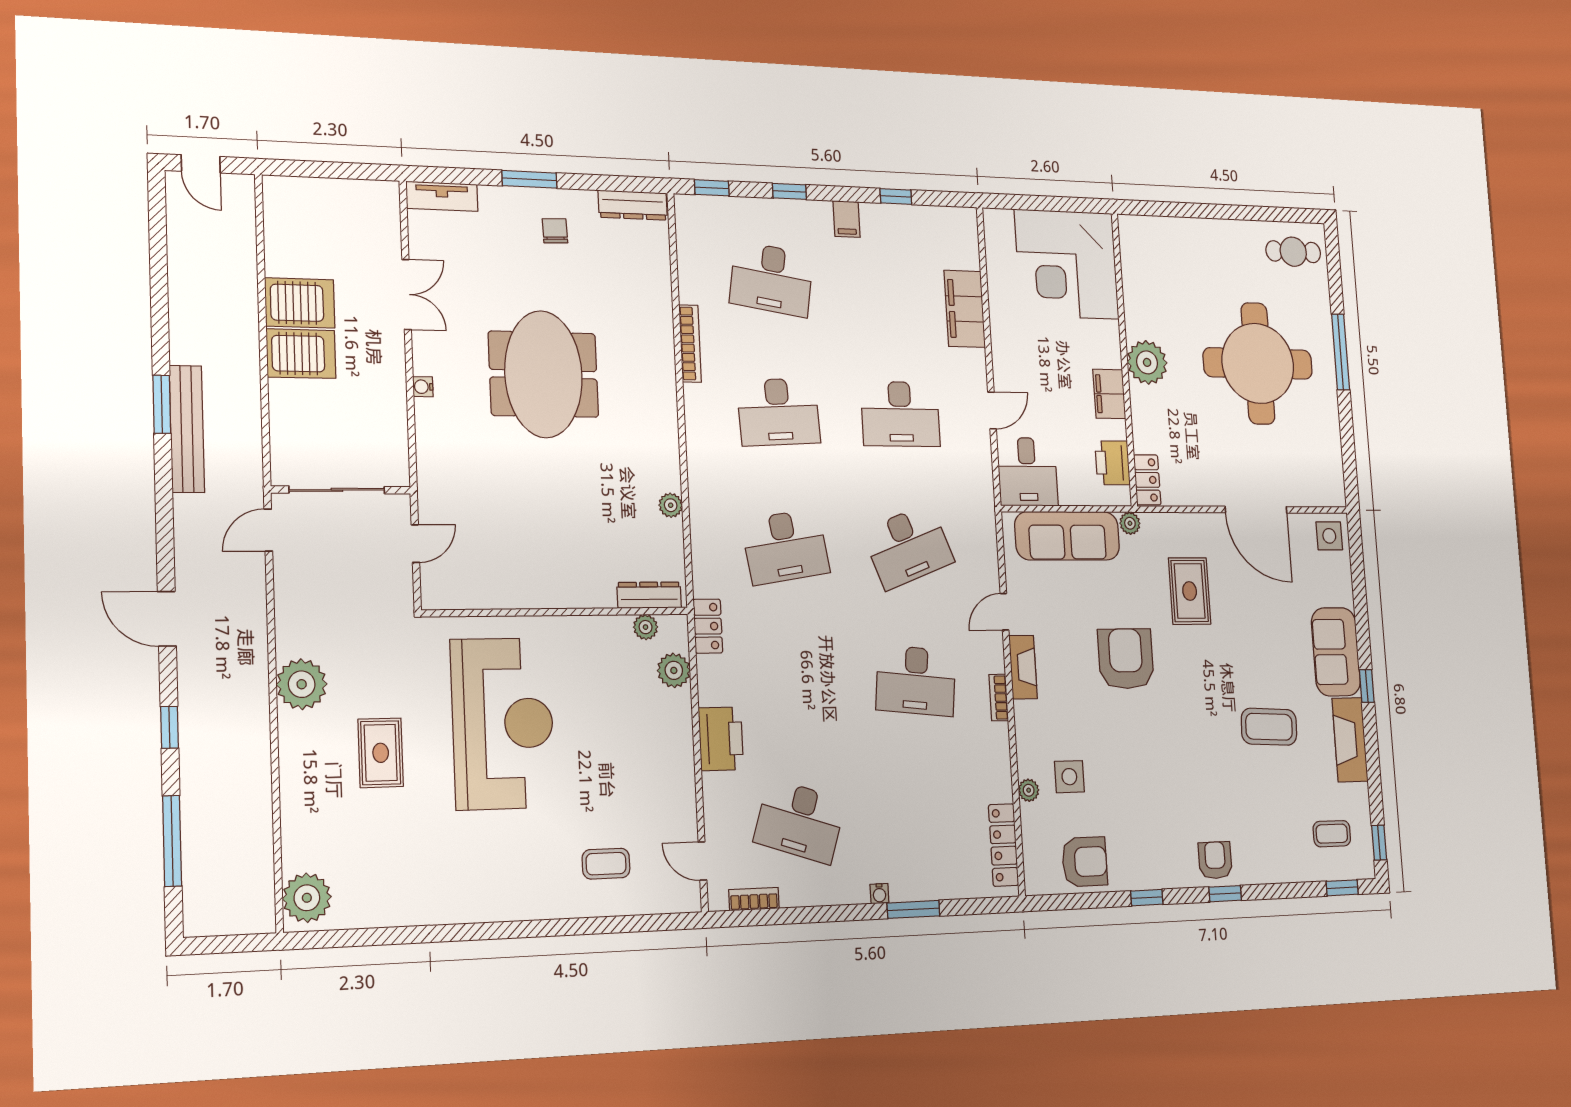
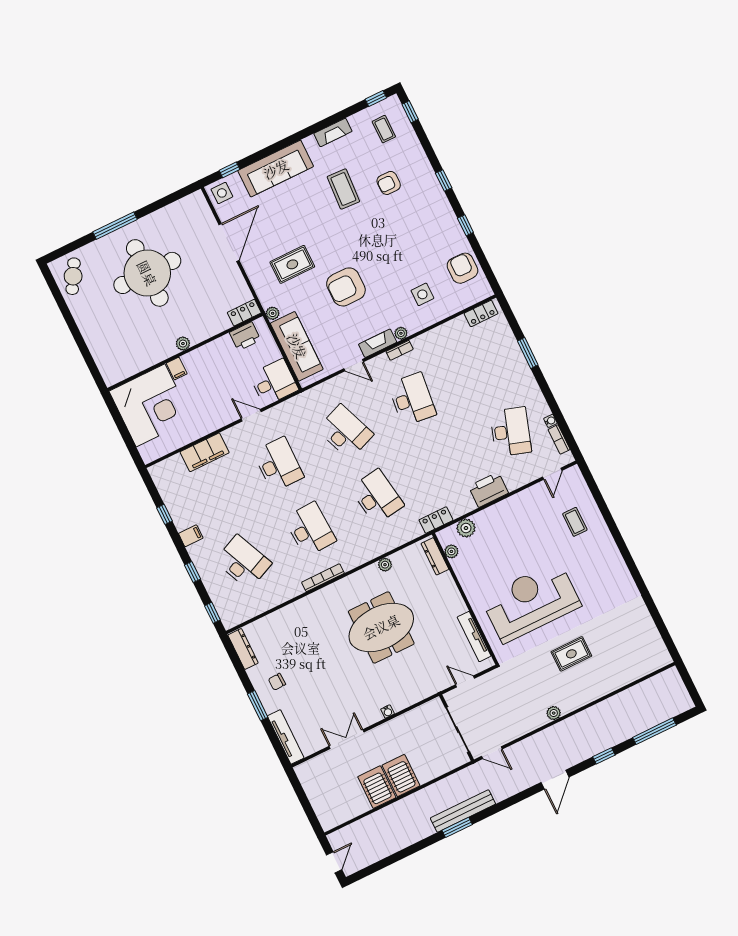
tv unit: (442, 196) -> (286, 737), width x1.41
cafe table: (1293, 252) -> (73, 276), turned 30
desk: (771, 279) -> (243, 562), turned -33
bookcase: (690, 344) -> (323, 578), moved
plant: (1147, 362) -> (183, 344), width x0.53, depth x0.53
meeting table: (544, 374) -> (381, 627), moved
filing cabinet: (1109, 394) -> (177, 369), moved, width x0.50
tv unit: (486, 597) -> (474, 637), added
sofa: (1336, 652) -> (276, 169), width x1.36
plant: (302, 684) -> (554, 713), width x0.53, depth x0.53
window: (1367, 686) -> (229, 170), moved
fireplace: (1350, 740) -> (333, 132), width x0.73, depth x0.76
plant: (1029, 790) -> (401, 333), moved
locker: (1004, 845) -> (481, 313), width x0.66
armchair: (1215, 860) -> (389, 183), moved
water cooler: (879, 894) -> (550, 421), moved
plant: (307, 898) -> (653, 658), removed

